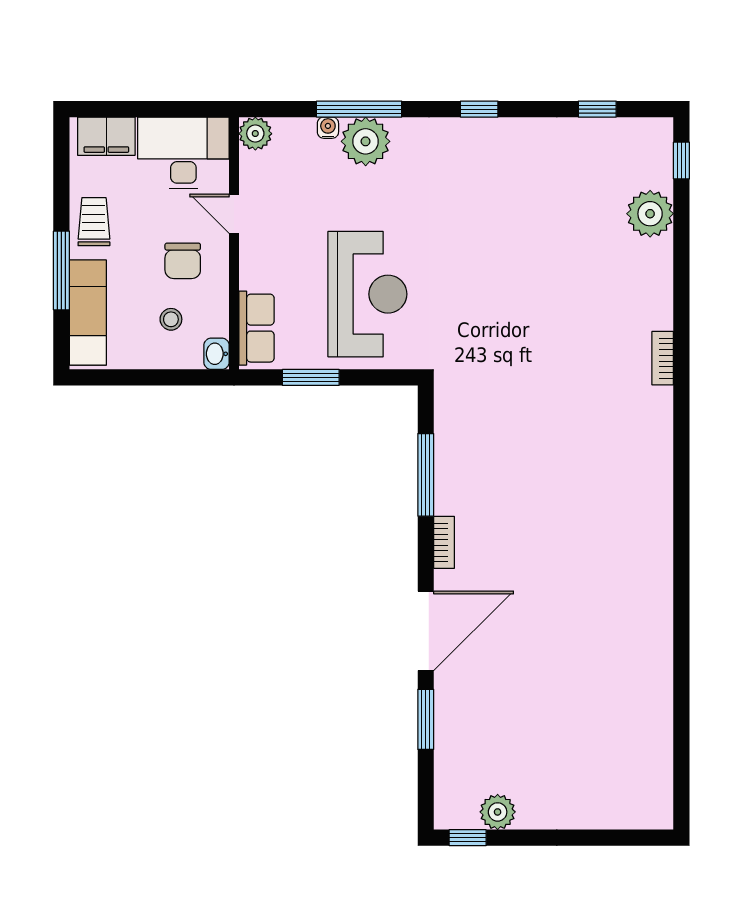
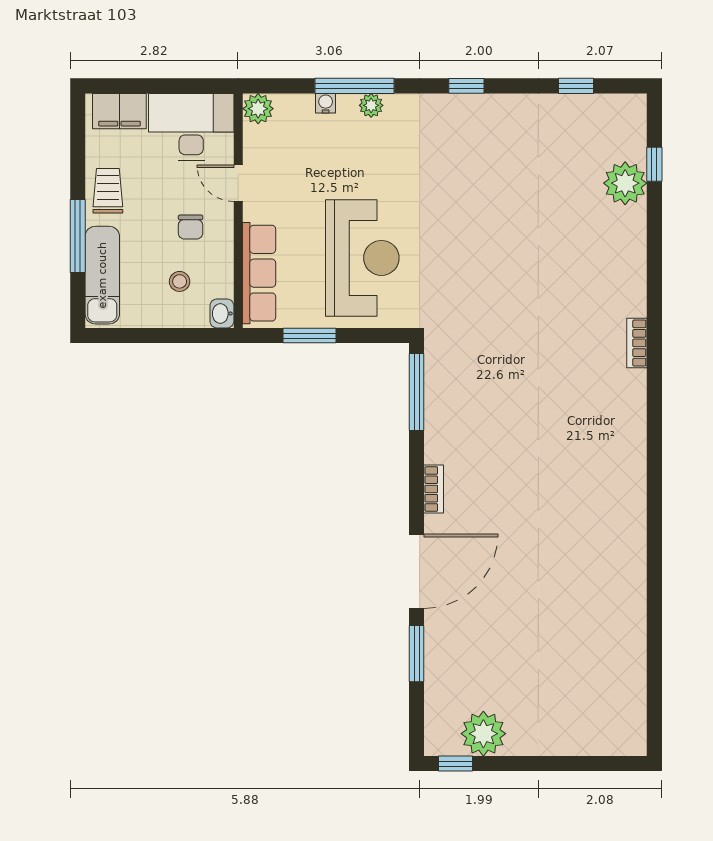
plant: (366, 141) -> (371, 105), width x0.53, depth x0.53
window: (681, 161) -> (654, 164), moved
chair: (183, 261) -> (191, 227), width x0.73, depth x0.73
row of seats: (256, 328) -> (259, 273), width x1.48
bookcase: (663, 358) -> (637, 343), moved
window: (426, 475) -> (417, 392), moved
plant: (498, 812) -> (483, 734), width x1.36, depth x1.36

